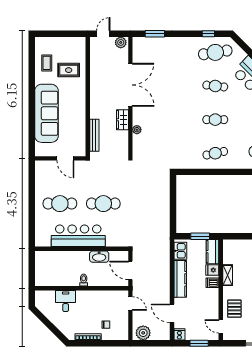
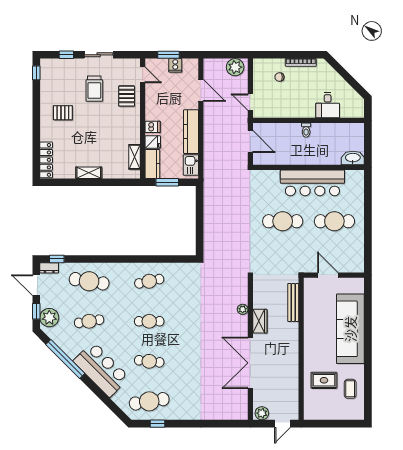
window: (155, 34) -> (221, 424), removed
washbasin: (99, 257) -> (353, 158), moved
shelving: (228, 275) -> (135, 157), moved
cooker: (179, 334) -> (175, 65), moved

